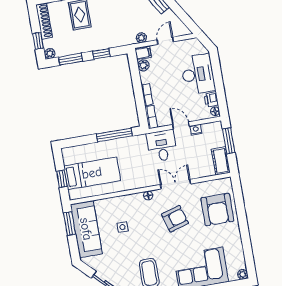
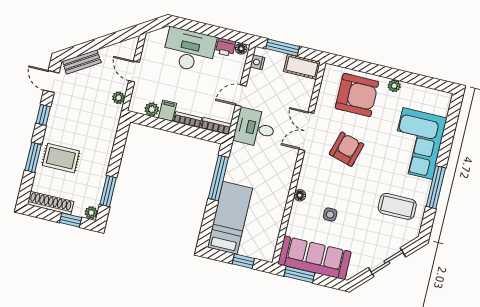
filing cabinet: (143, 53) -> (167, 111), moved
window: (101, 54) -> (117, 153), removed
nightstand: (196, 130) -> (257, 62), moved
bed: (92, 173) -> (230, 218), moved
floor lamp: (148, 196) -> (300, 195), moved
armchair: (175, 219) -> (347, 149), turned 33
plant: (243, 274) -> (394, 86), moved

